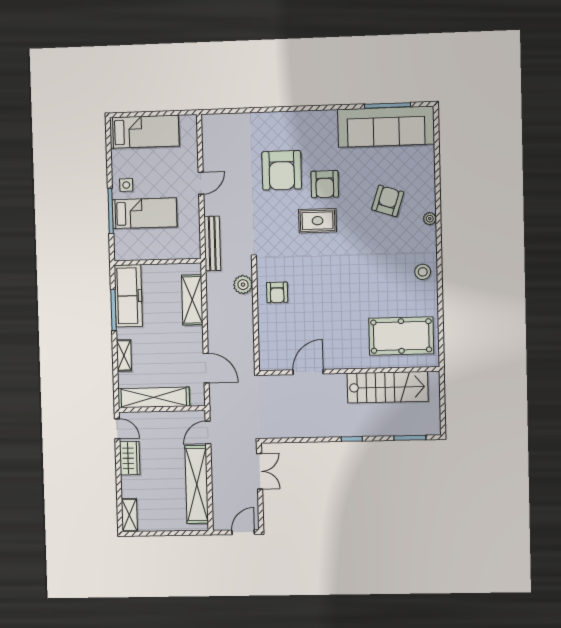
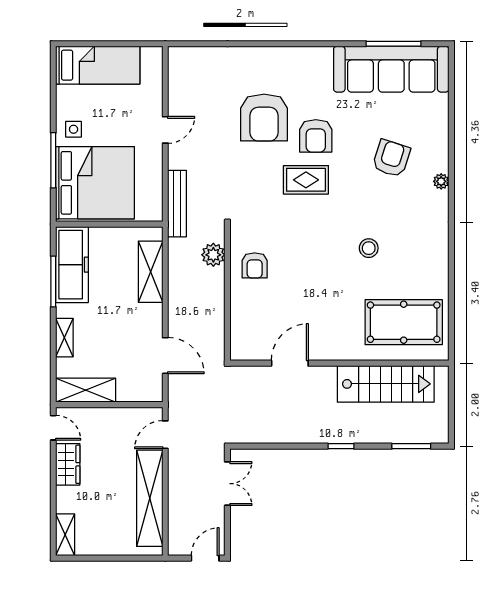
bed: (145, 213) -> (95, 183), width x2.04
stool: (423, 272) -> (369, 248), moved
shelving: (154, 397) -> (86, 390), width x0.68

